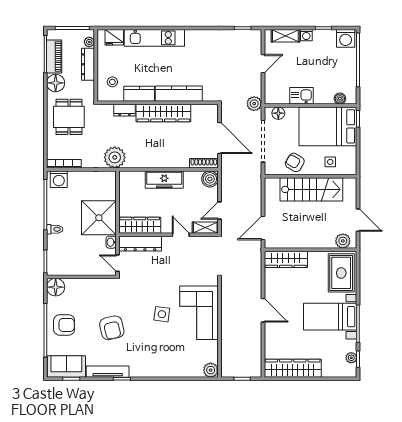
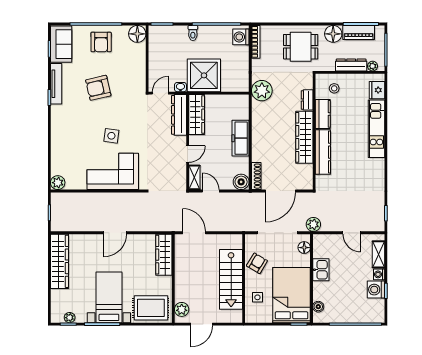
washing machine: (346, 38) -> (376, 290), moved

